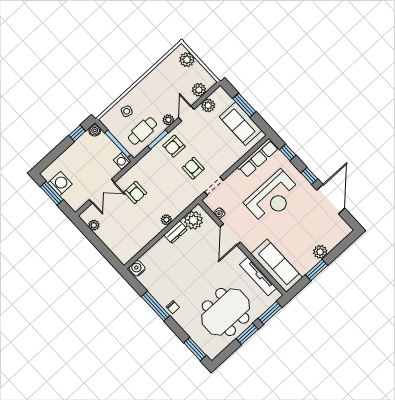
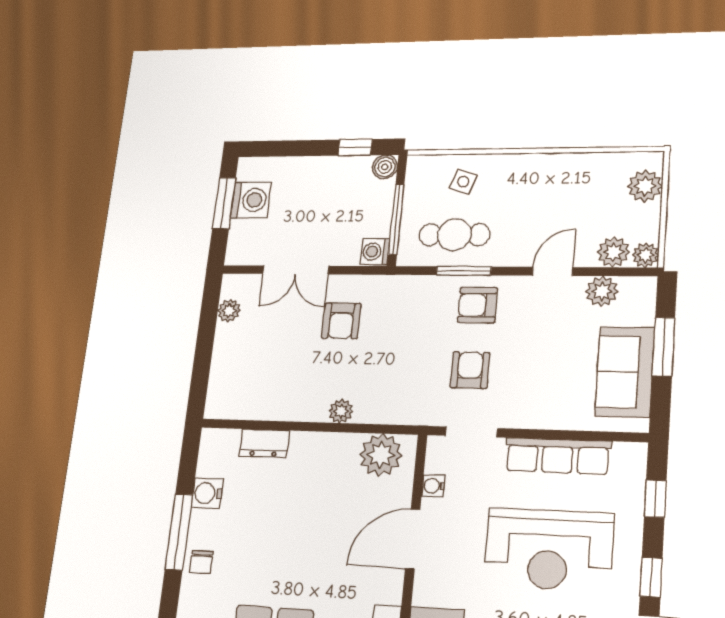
plant: (168, 120) -> (645, 255), moved
row of seats: (258, 158) -> (558, 456), moved
dresser: (176, 232) -> (264, 443), moved
water cooler: (137, 268) -> (207, 493), moved, turned -90

